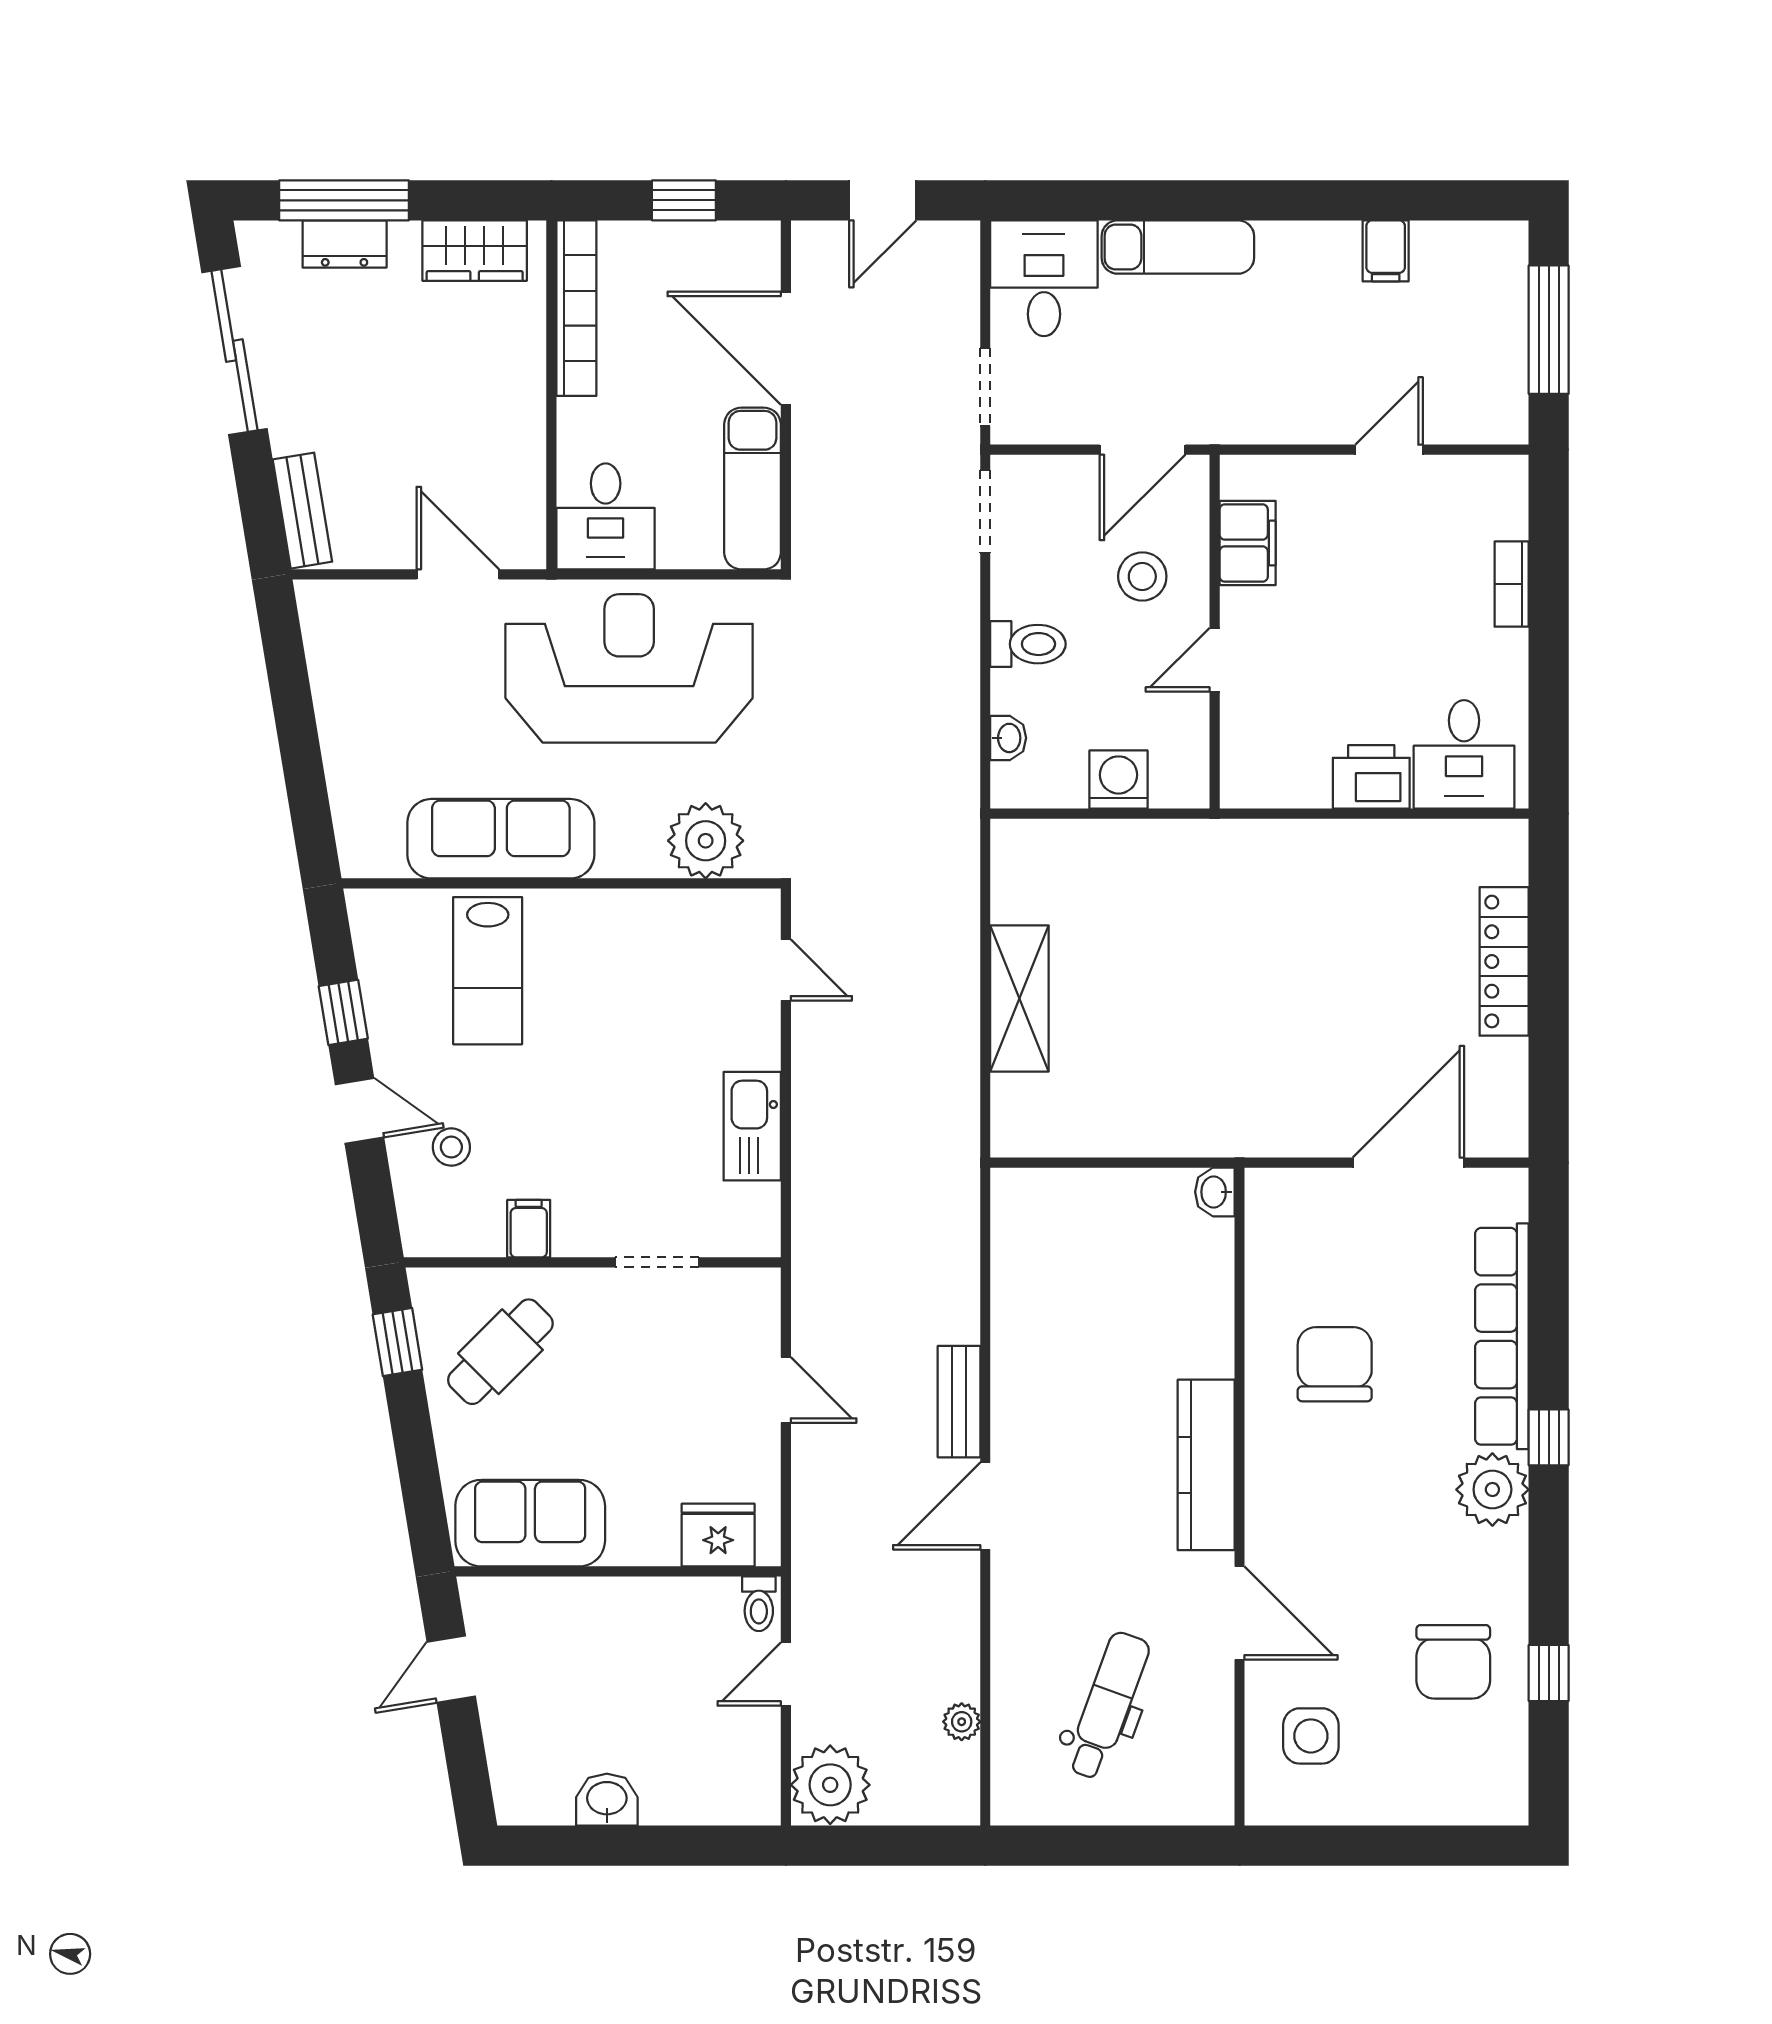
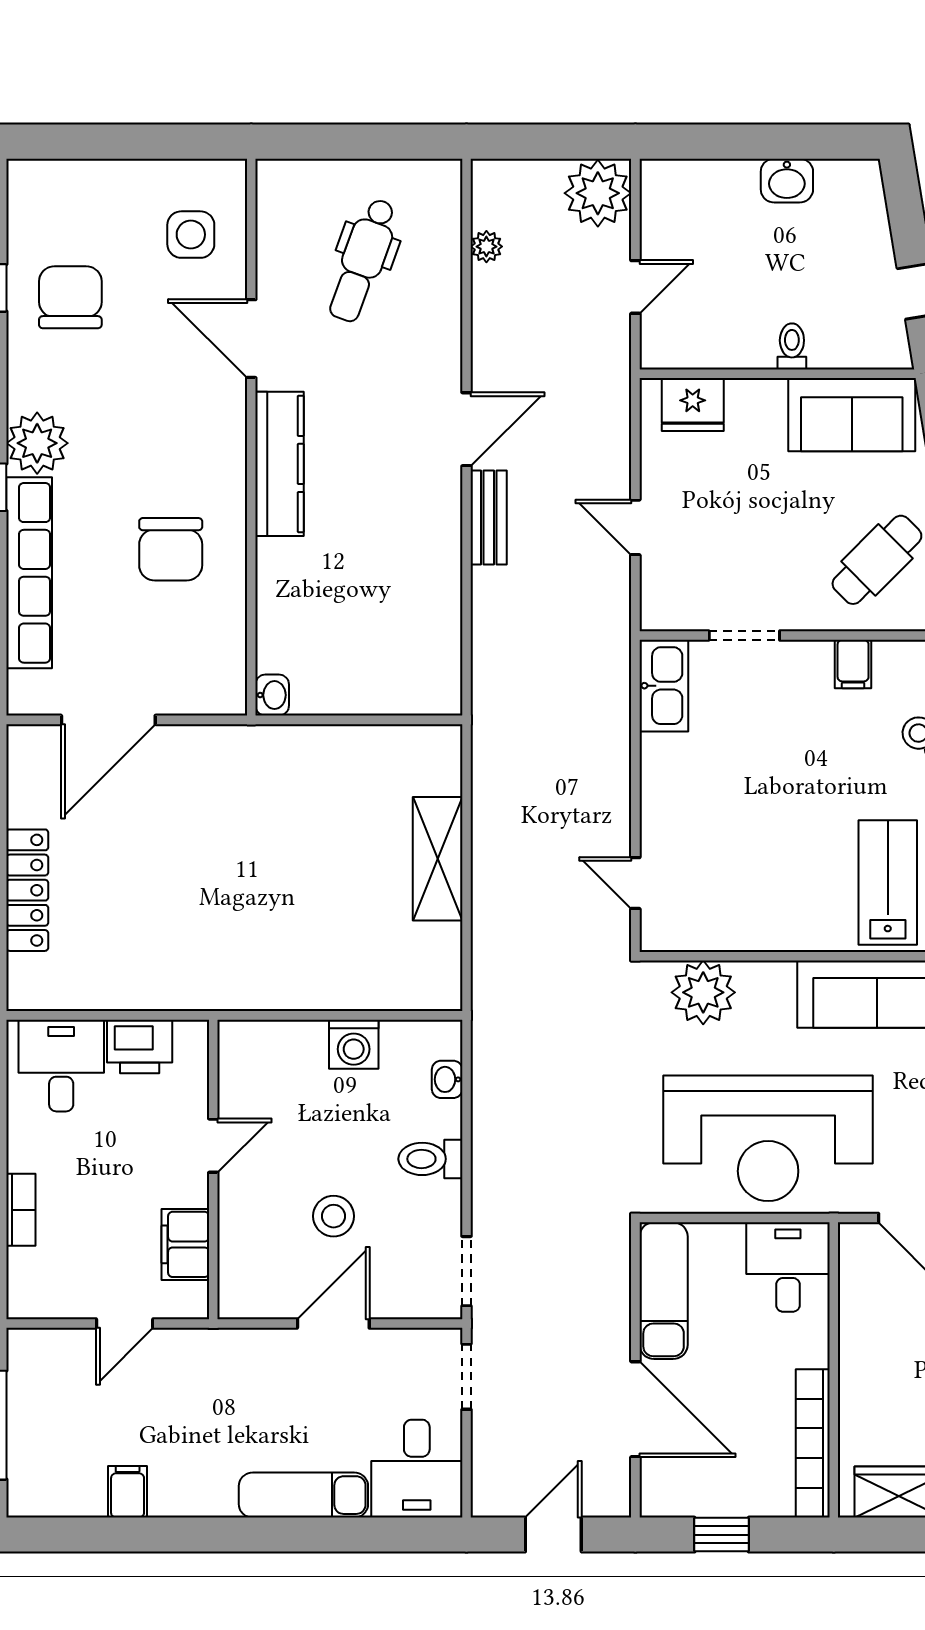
filing cabinet: (1248, 543) -> (185, 1244), moved
wall: (1215, 632) -> (213, 1169), moved
door: (1215, 660) -> (213, 1146), moved
kitchen sink: (752, 1126) -> (664, 686), moved
toilet: (759, 1604) -> (792, 346), moved

